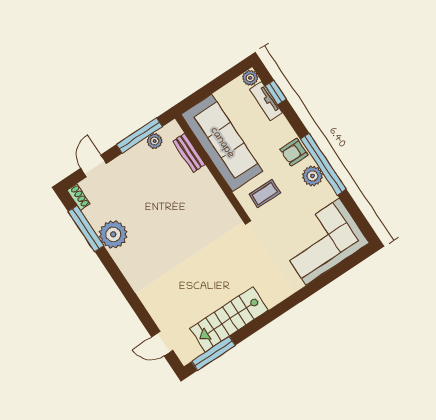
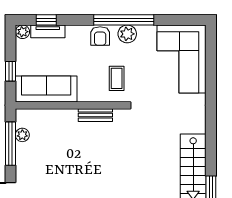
window: (206, 91) -> (11, 71), added
sofa: (222, 143) -> (46, 89), width x0.74, depth x0.79
bench: (189, 153) -> (95, 115), moved

